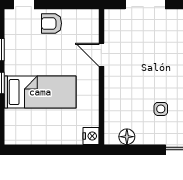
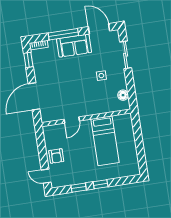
bed: (40, 92) -> (105, 141), moved, turned 180
nightstand: (91, 136) -> (126, 119), removed

